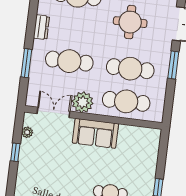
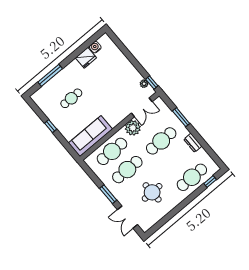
sofa: (95, 133) -> (90, 136), moved, width x1.36
window: (15, 152) -> (152, 82), moved

